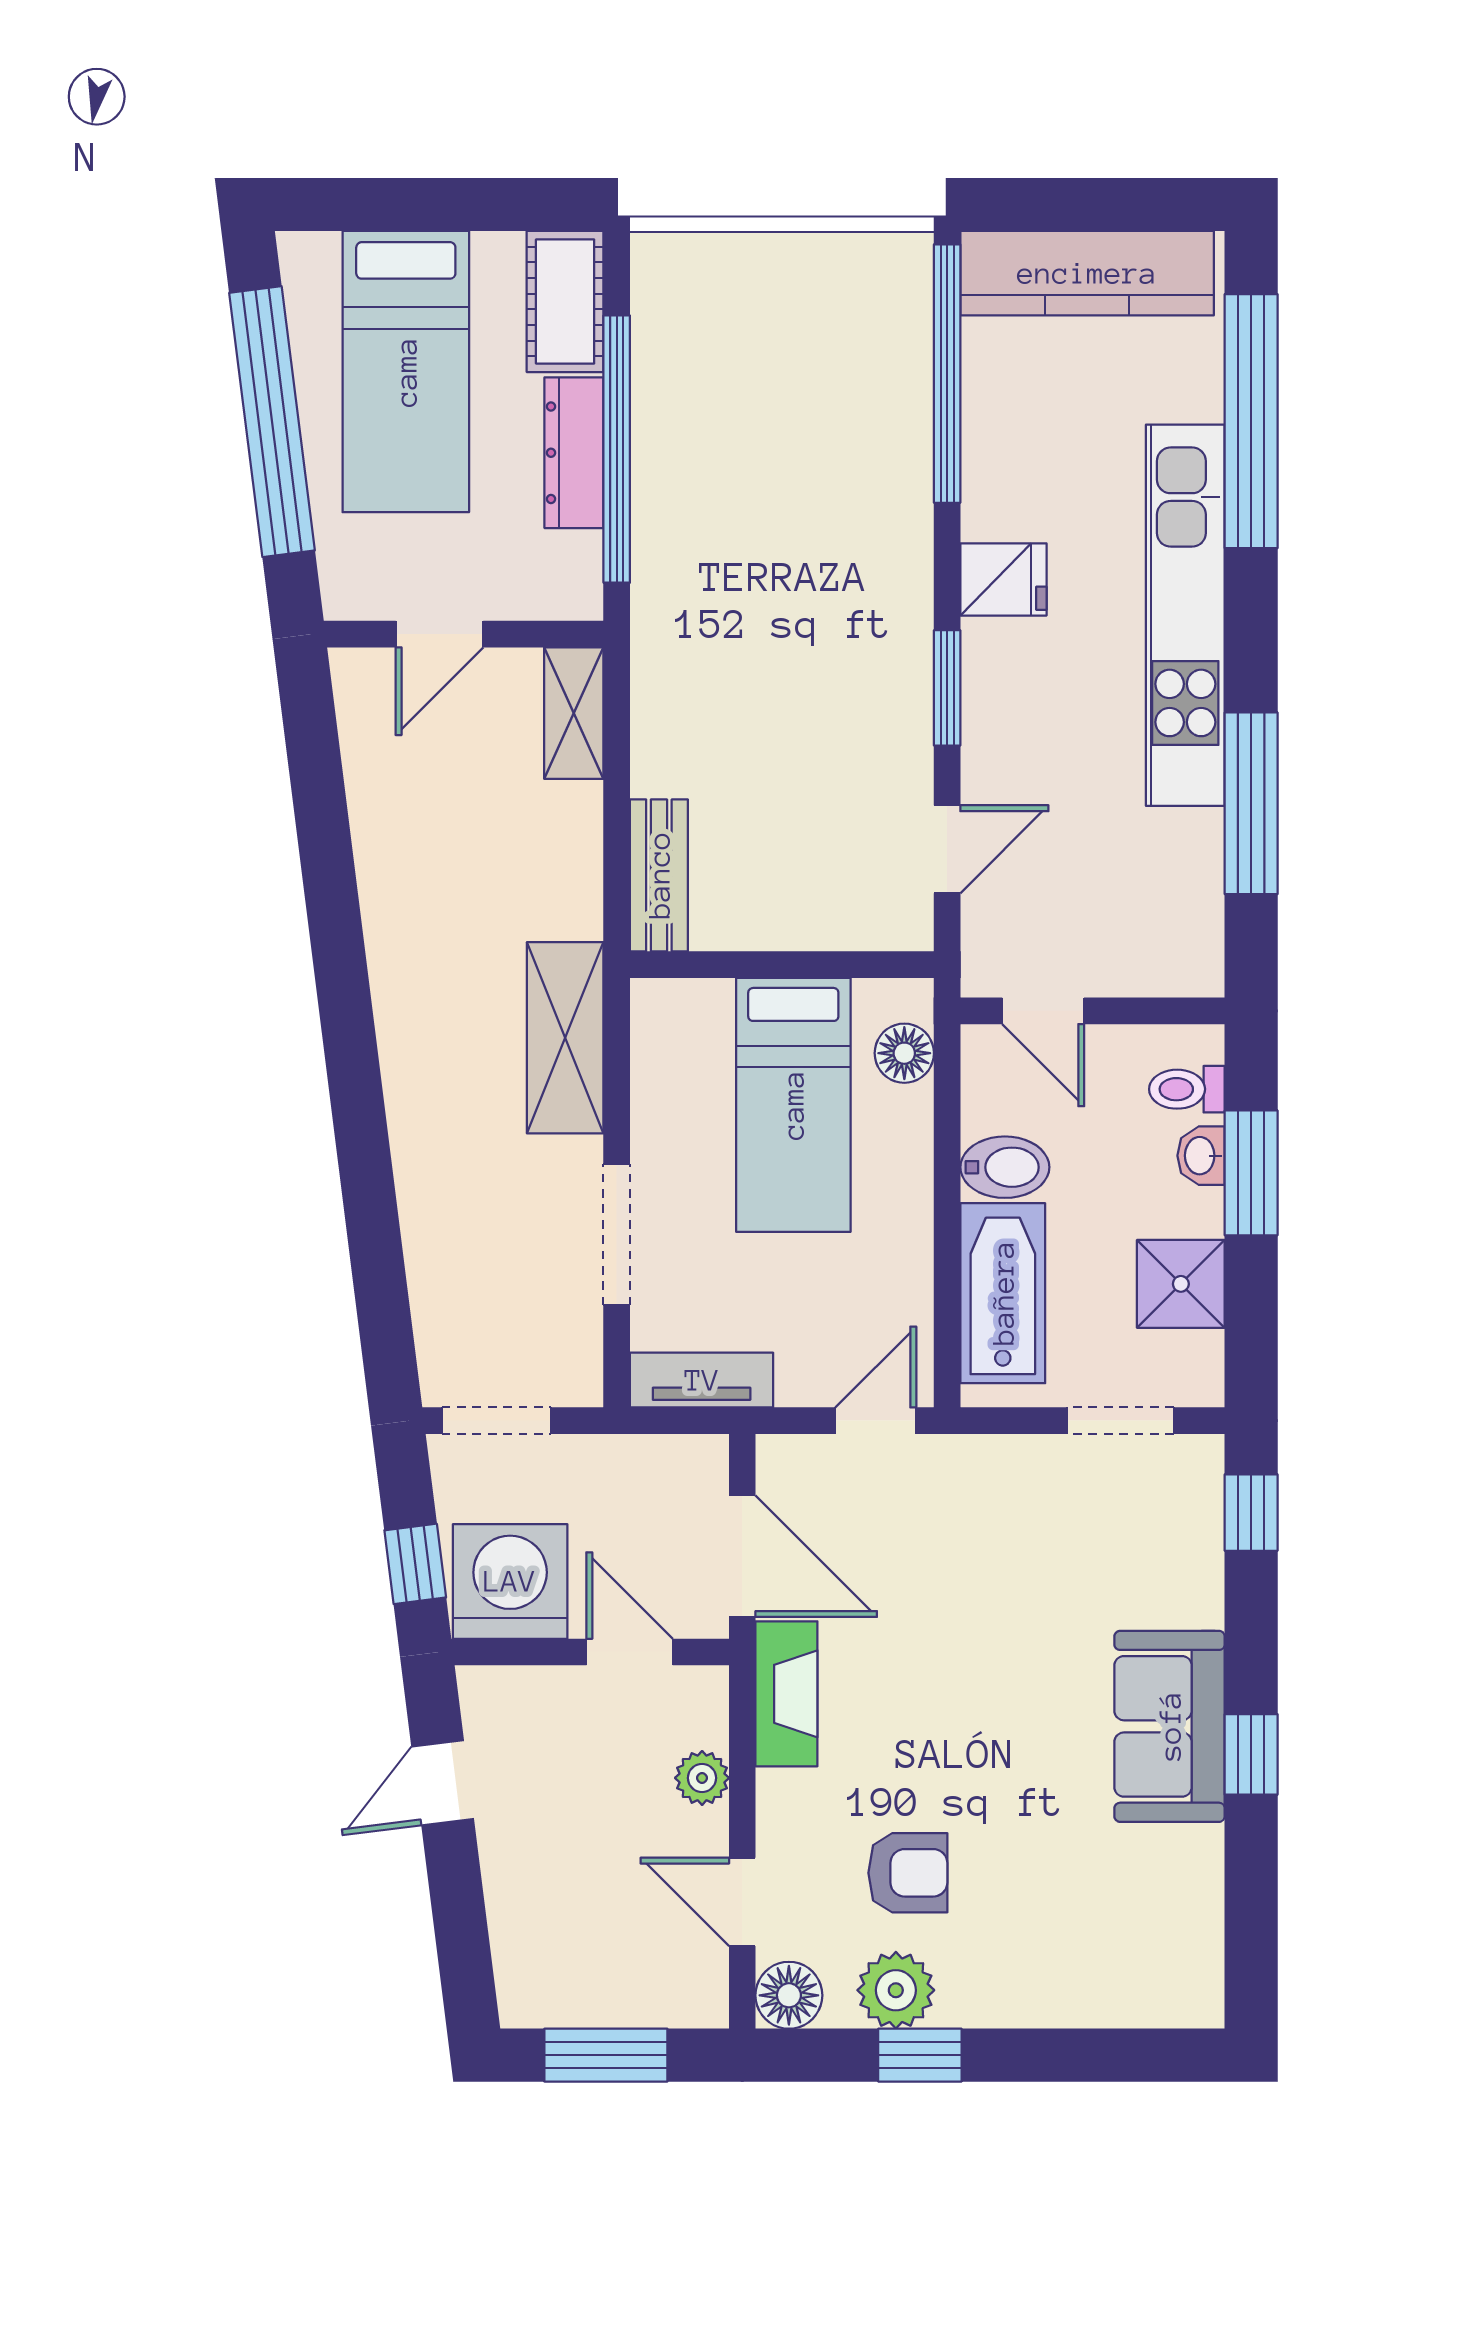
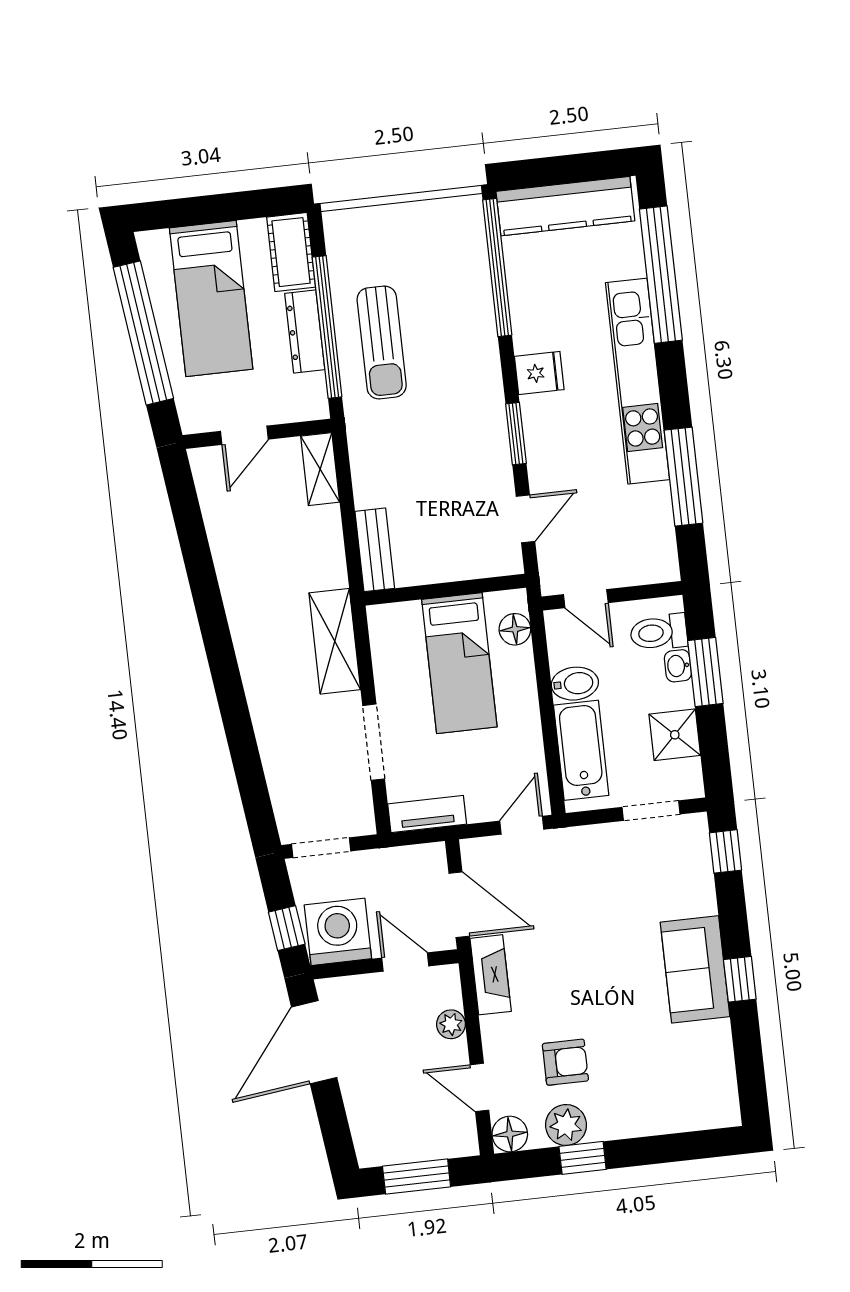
sun lounger: (715, 489) -> (382, 342), added
toilet: (1187, 1089) -> (659, 632), width x1.37, depth x1.39
door: (443, 1783) -> (314, 1042), width x1.88

